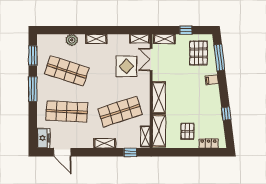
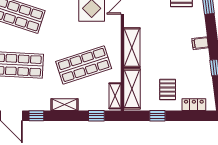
filing cabinet: (212, 80) -> (200, 43), moved
window: (82, 152) -> (36, 116), added
window: (179, 152) -> (157, 116), added

